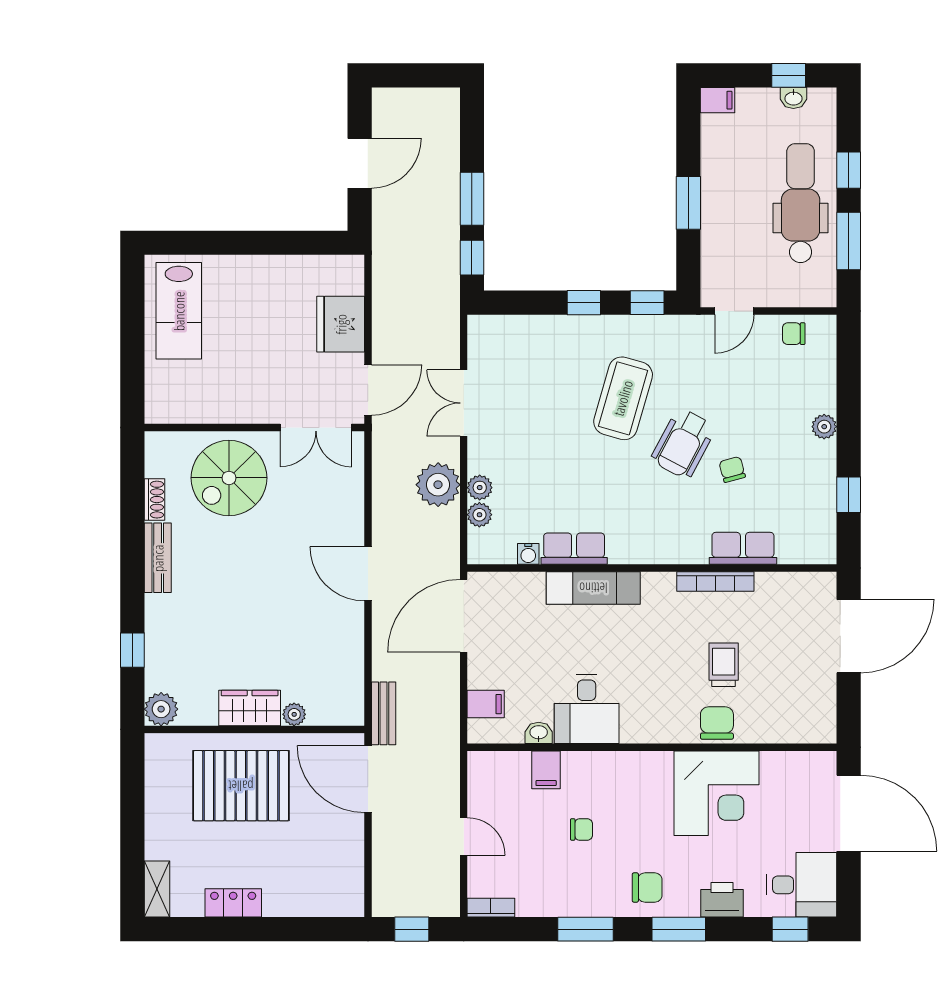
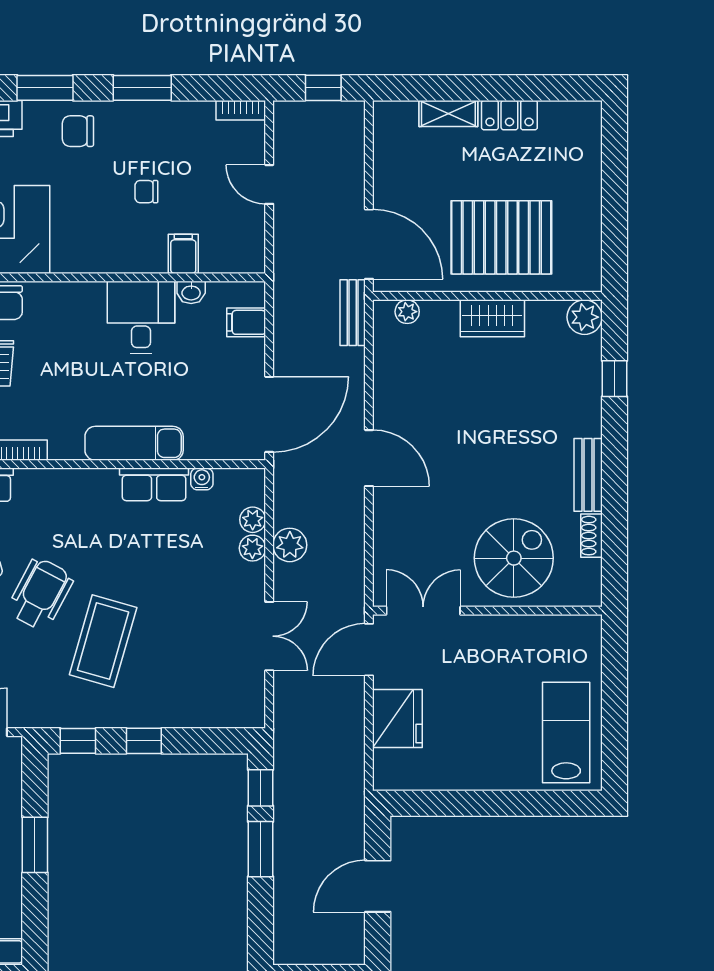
plant: (438, 485) -> (290, 545), width x0.73, depth x0.73
plant: (294, 714) -> (407, 312), moved
shelving: (157, 889) -> (448, 113), moved, turned 90

